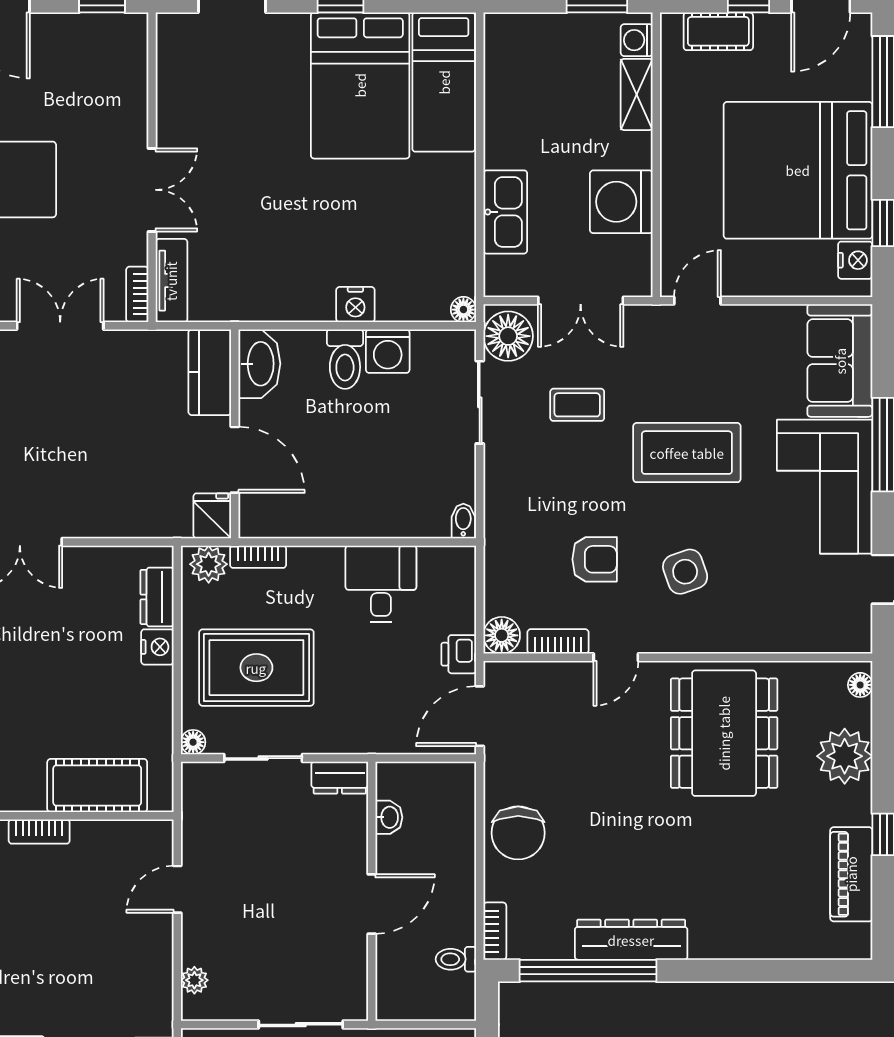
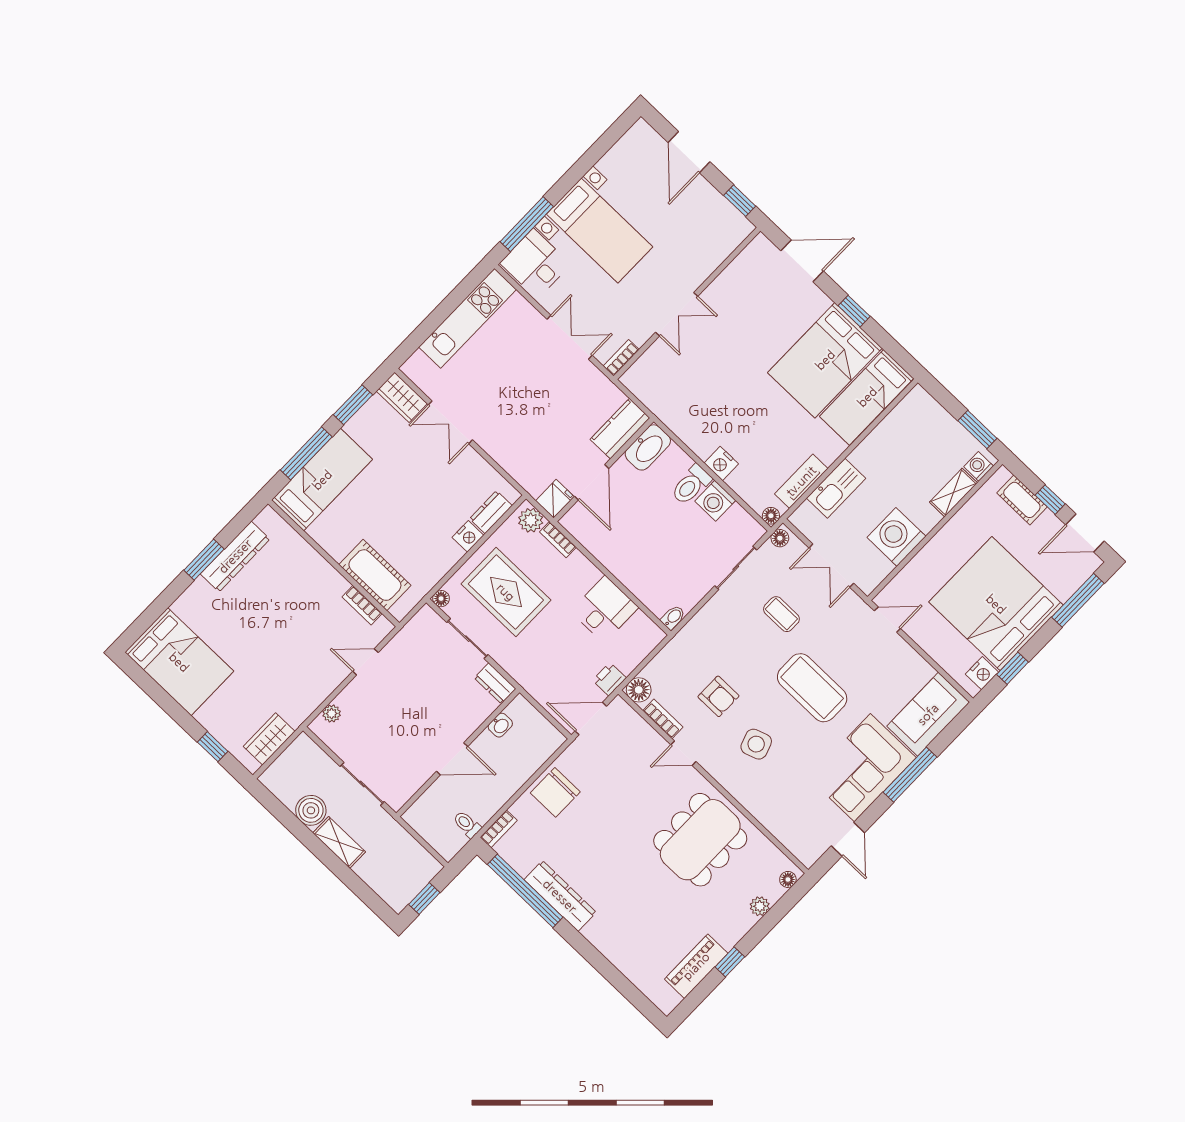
tv unit: (171, 281) -> (801, 481), moved, turned 180
floor lamp: (508, 336) -> (780, 538), width x0.53, depth x0.53
plant: (845, 756) -> (760, 906), width x0.53, depth x0.53
bookcase: (39, 831) -> (362, 605), moved

